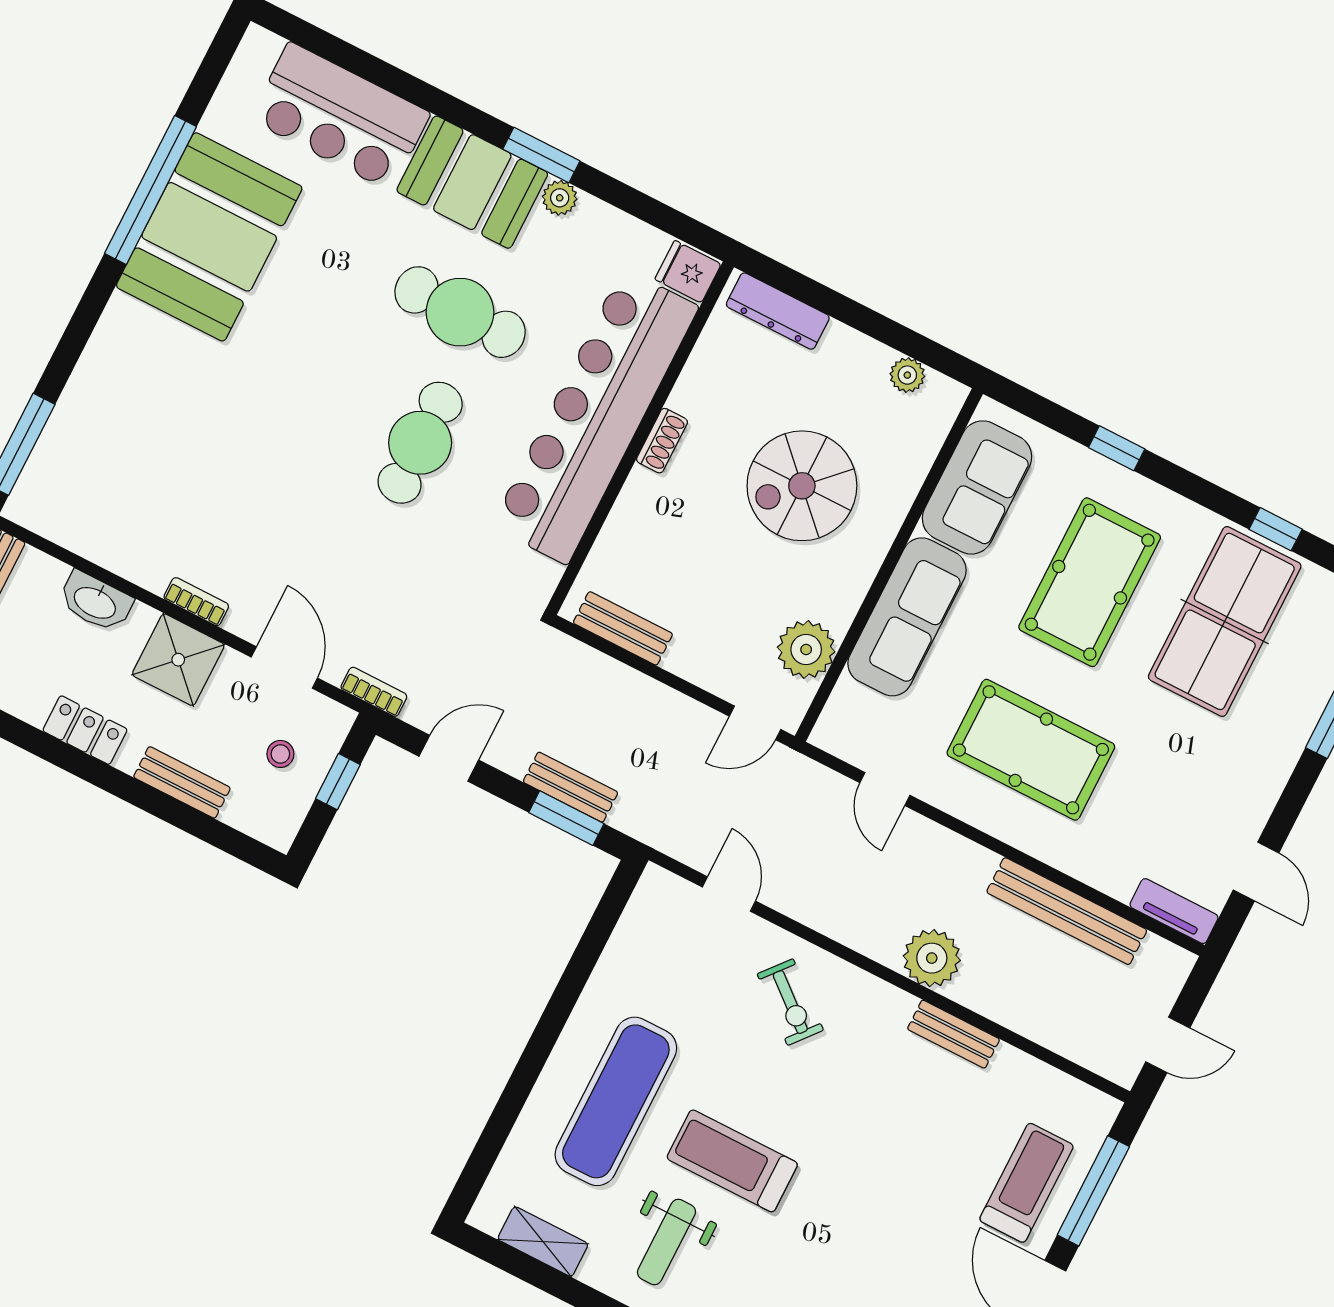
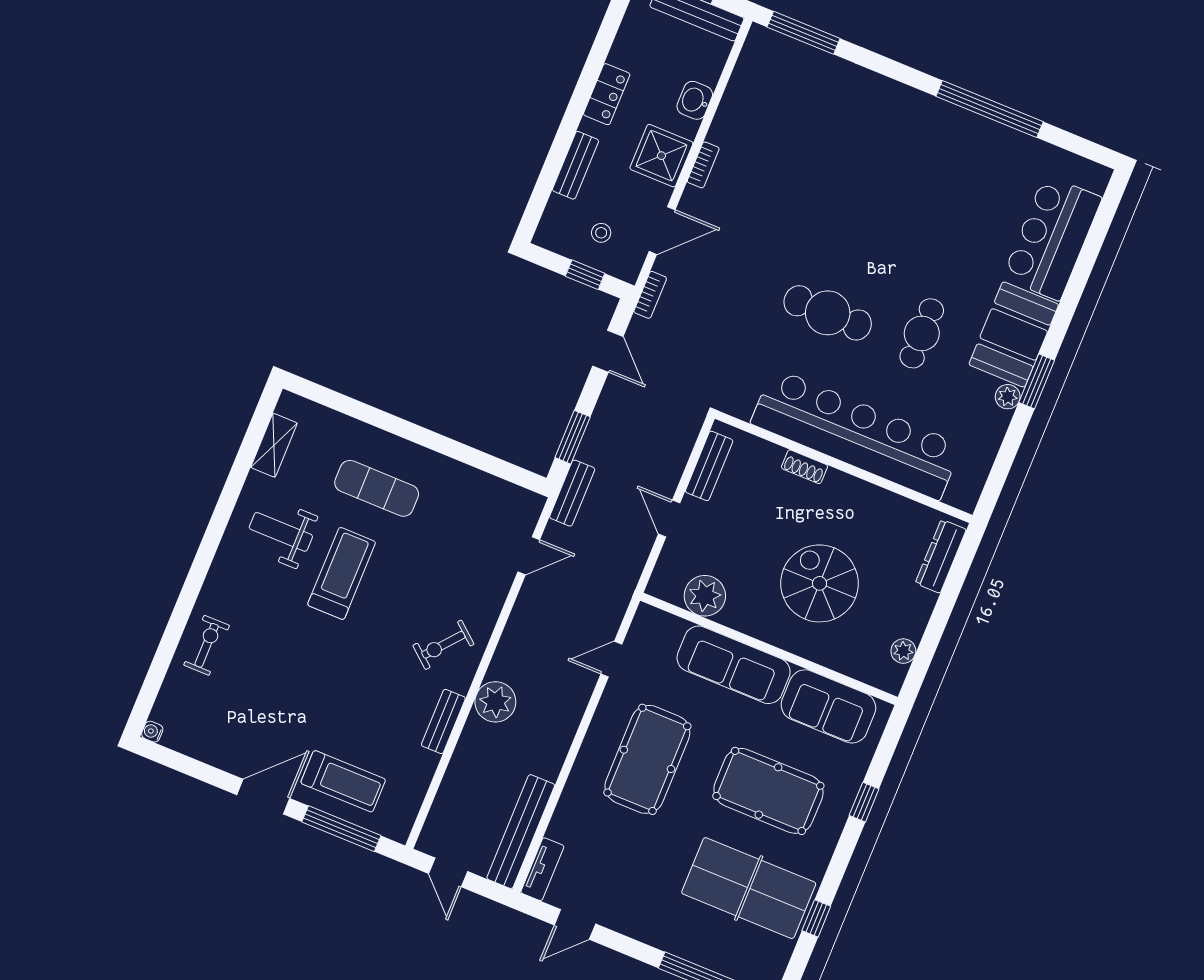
booth: (209, 237) -> (960, 153), removed
fridge: (688, 272) -> (963, 491), removed
cafe table: (460, 312) -> (922, 333), width x0.73, depth x0.74
shoe rack: (662, 441) -> (804, 467), moved
washbasin: (95, 602) -> (695, 100), width x0.72
door: (755, 723) -> (669, 519), moved
bench: (571, 787) -> (572, 493), moved
bench: (1067, 911) -> (521, 832), moved
exercise bike: (790, 1002) -> (443, 645), moved
exercise mat: (616, 1101) -> (377, 488), width x0.73, depth x0.69

